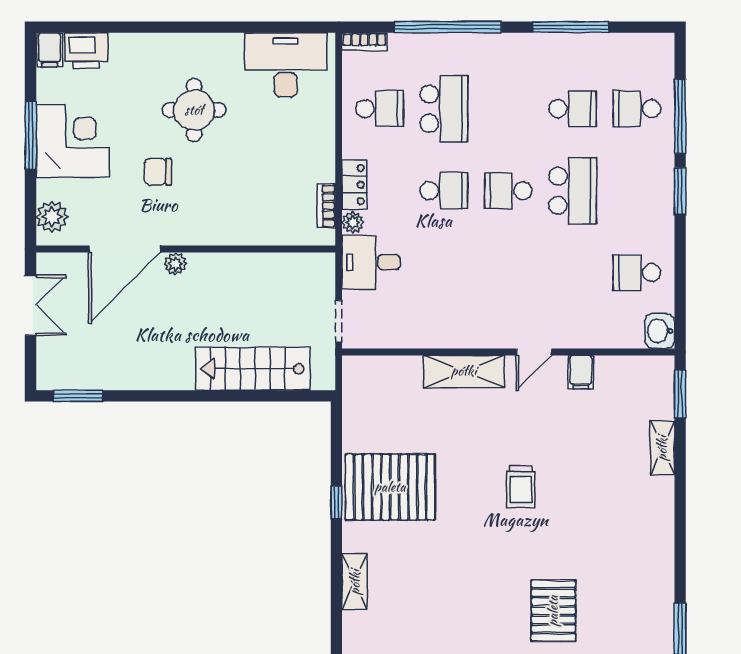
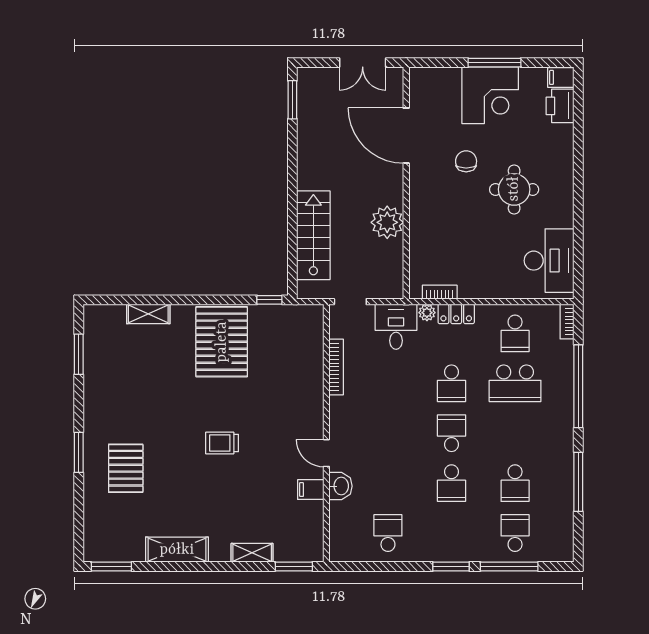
school desk: (573, 191) -> (451, 483), width x0.54
plant: (52, 217) -> (431, 79), removed
plant: (175, 264) -> (387, 222), moved, width x1.87, depth x1.87
washbasin: (660, 331) -> (341, 486), moved, turned 90
bookcase: (423, 339) -> (336, 367), added
shelving: (464, 371) -> (177, 550), moved, turned 90
window: (336, 503) -> (269, 300), moved
pallet: (553, 611) -> (126, 468), turned 90

